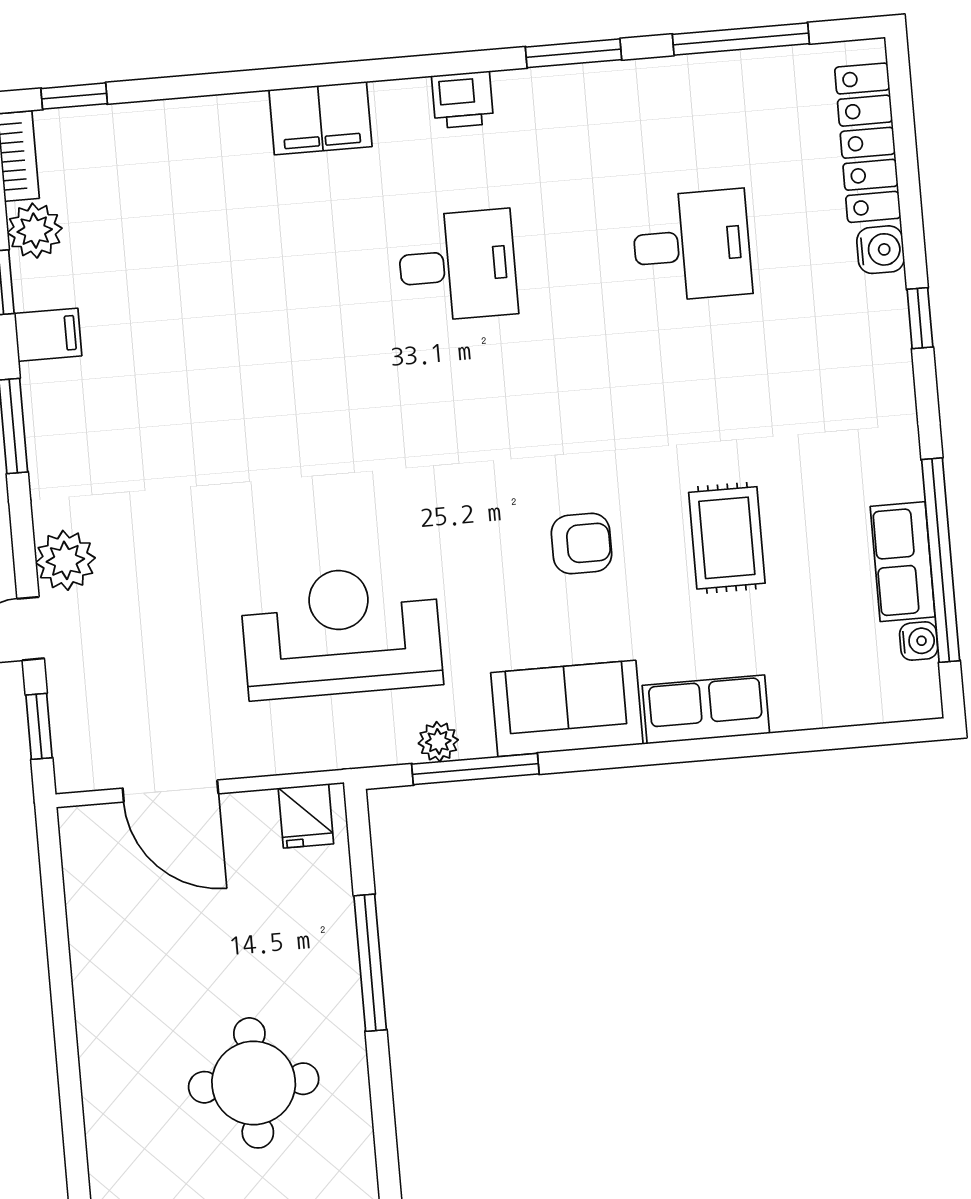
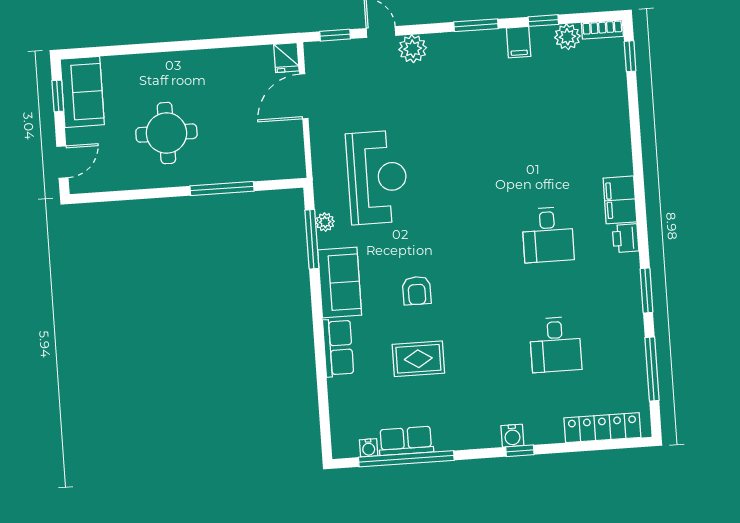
filing cabinet: (320, 118) -> (620, 200), moved
water cooler: (881, 250) -> (512, 436), moved
fridge: (306, 816) -> (286, 58), moved, turned -90

